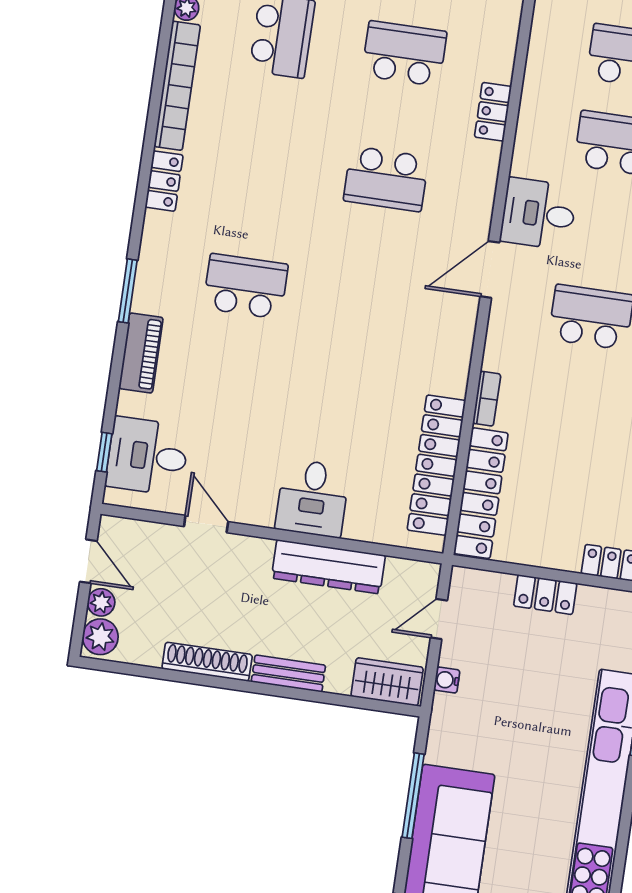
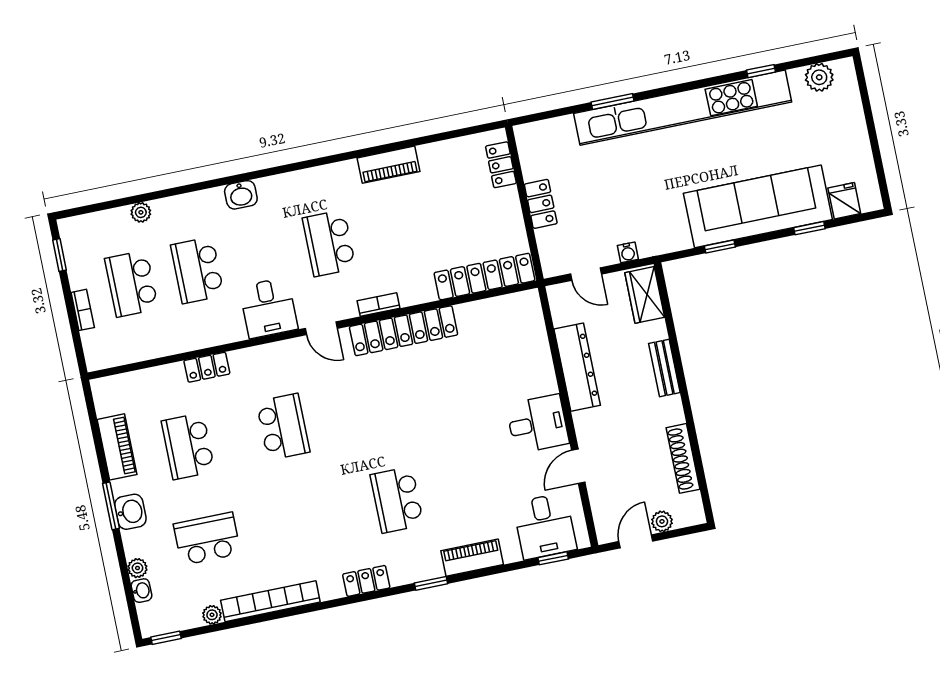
locker: (164, 181) -> (366, 581), moved
door: (490, 269) -> (321, 328), width x0.73
window: (128, 291) -> (431, 583), width x0.67
bookcase: (487, 399) -> (379, 304), moved
locker: (436, 465) -> (404, 331), moved
desk: (312, 498) -> (538, 424), moved
plant: (100, 637) -> (687, 513), removed
shoe rack: (207, 662) -> (683, 458), moved
window: (413, 796) -> (720, 247), width x0.46

